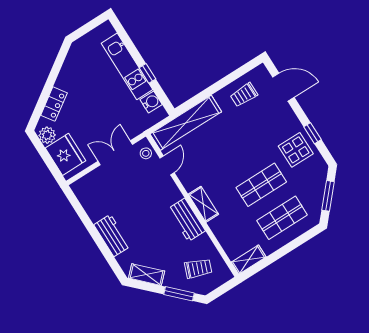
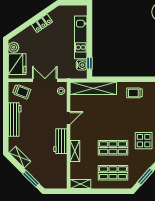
window: (147, 73) -> (89, 63), moved
locker: (54, 104) -> (42, 23), moved
door: (167, 165) -> (68, 118), moved
shelving: (203, 204) -> (75, 151), moved
workbench: (112, 235) -> (15, 119), width x1.38
trolley: (198, 268) -> (22, 92), moved

